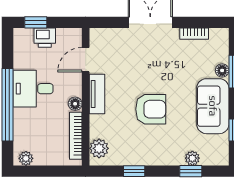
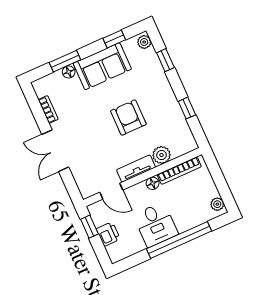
window: (36, 22) -> (89, 227), moved
plant: (99, 148) -> (161, 155), moved
plant: (192, 158) -> (144, 42), moved

